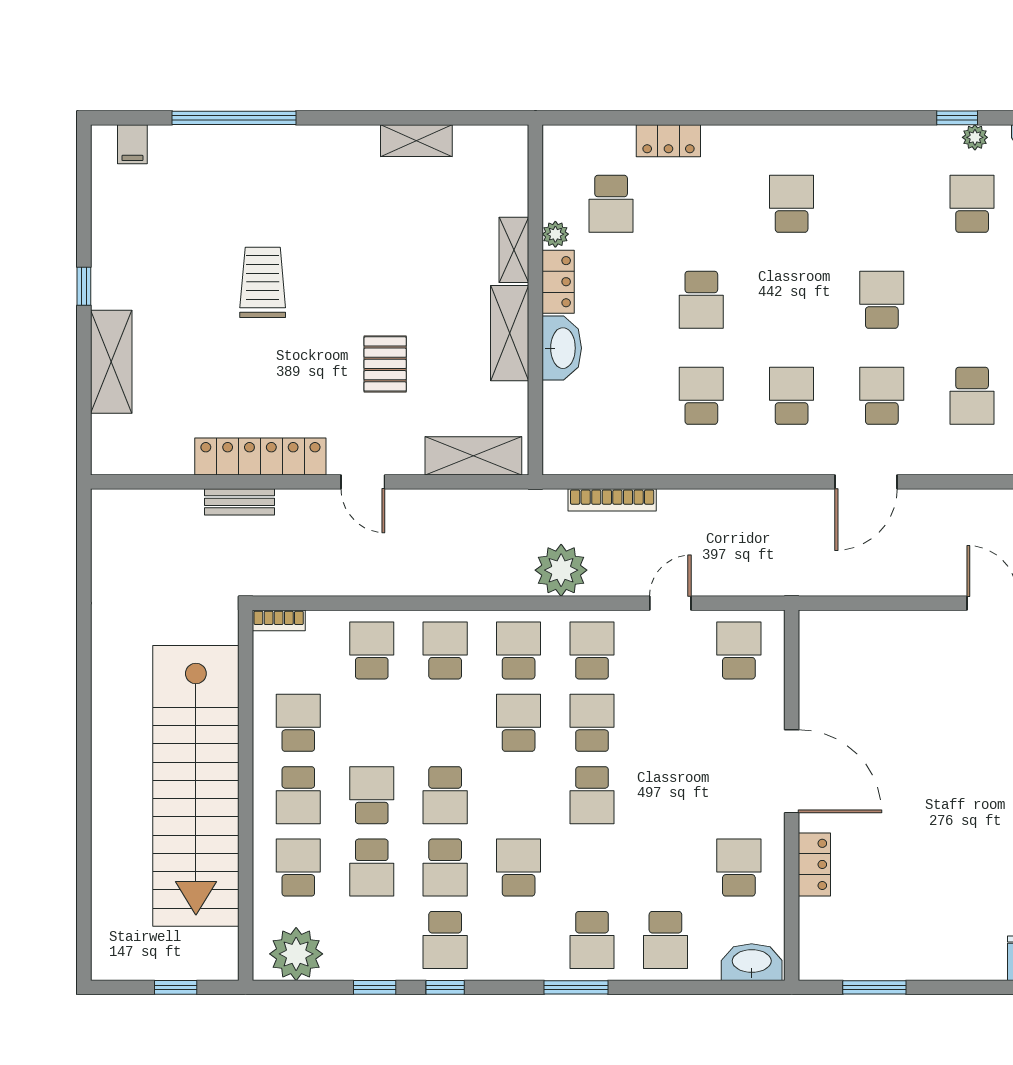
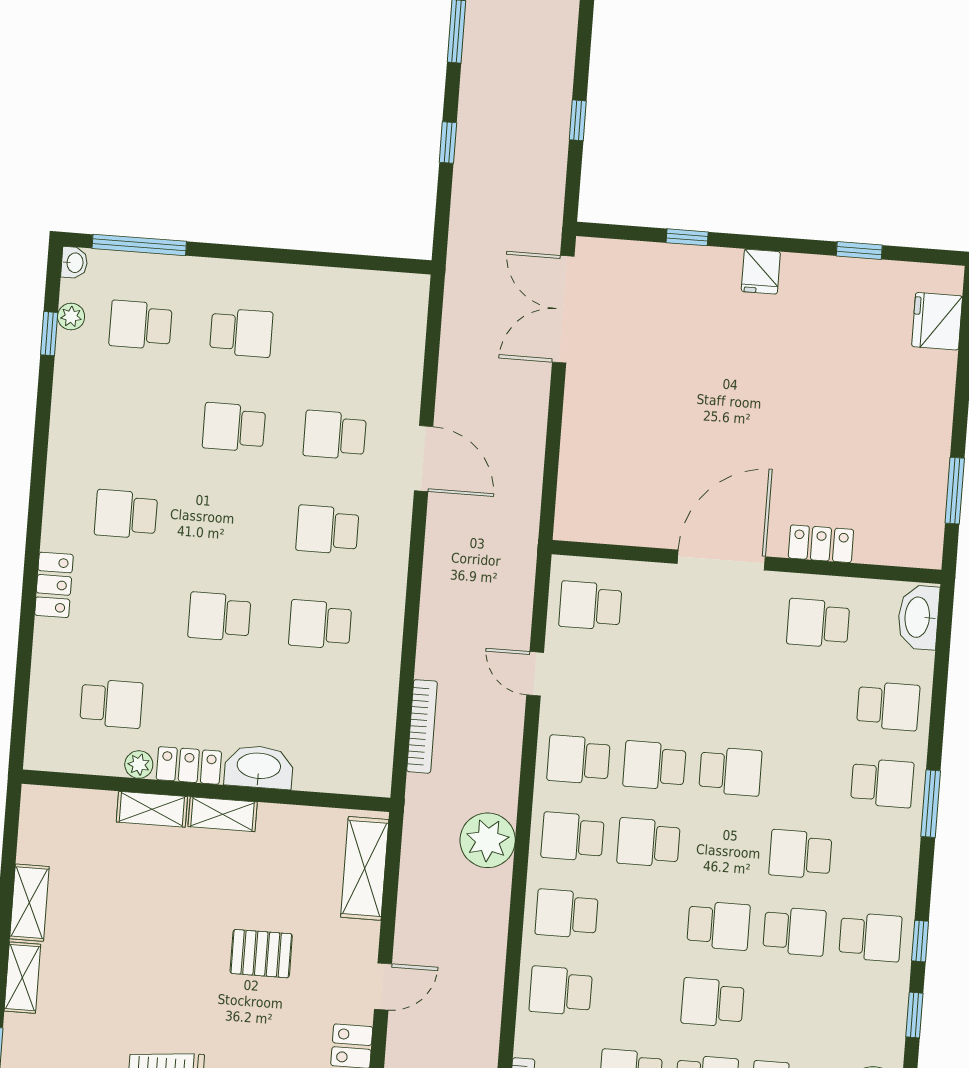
shelving: (345, 139) -> (22, 978), added
locker: (668, 141) -> (54, 585), moved
school desk: (701, 300) -> (219, 617), turned 180
shelving: (510, 333) -> (223, 814), width x0.67, depth x0.75
school desk: (972, 396) -> (241, 333), moved
plant: (561, 570) -> (488, 840), moved
school desk: (372, 868) -> (789, 1008), removed

